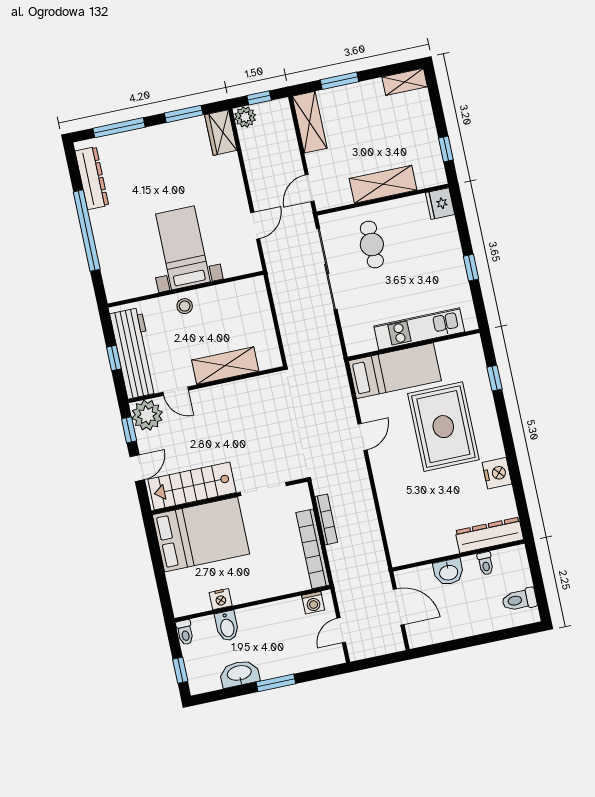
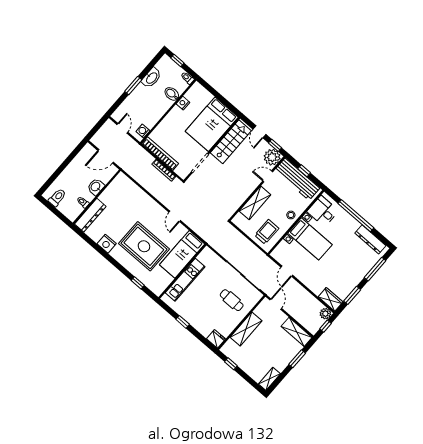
desk: (132, 275) -> (323, 211), added
trolley: (240, 308) -> (267, 232), added

